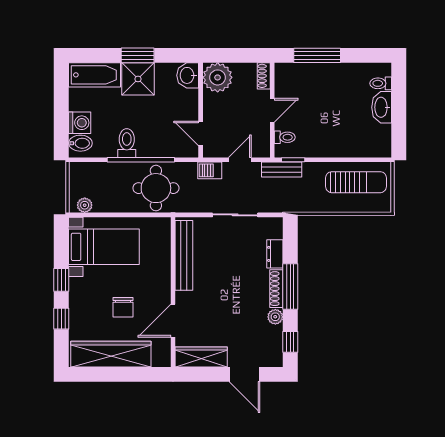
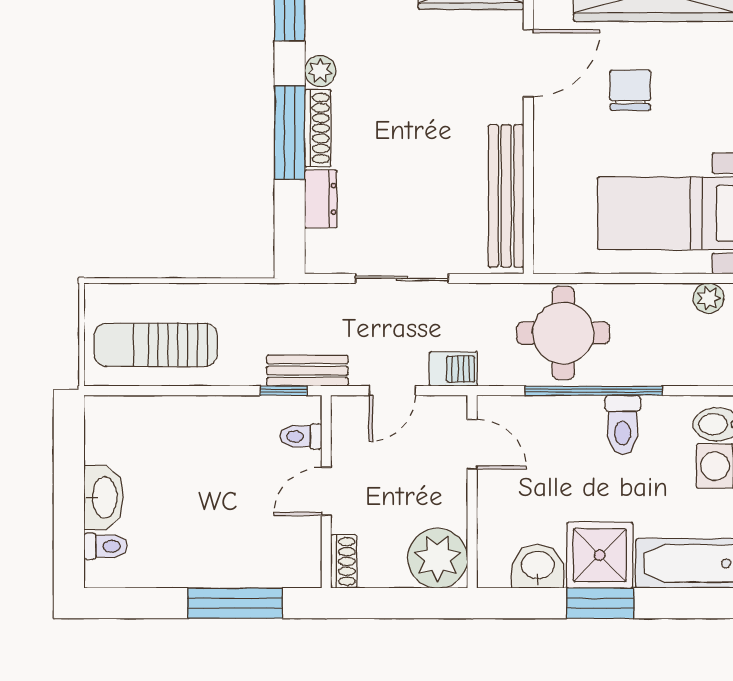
washbasin: (188, 75) -> (538, 566), moved, turned -90

